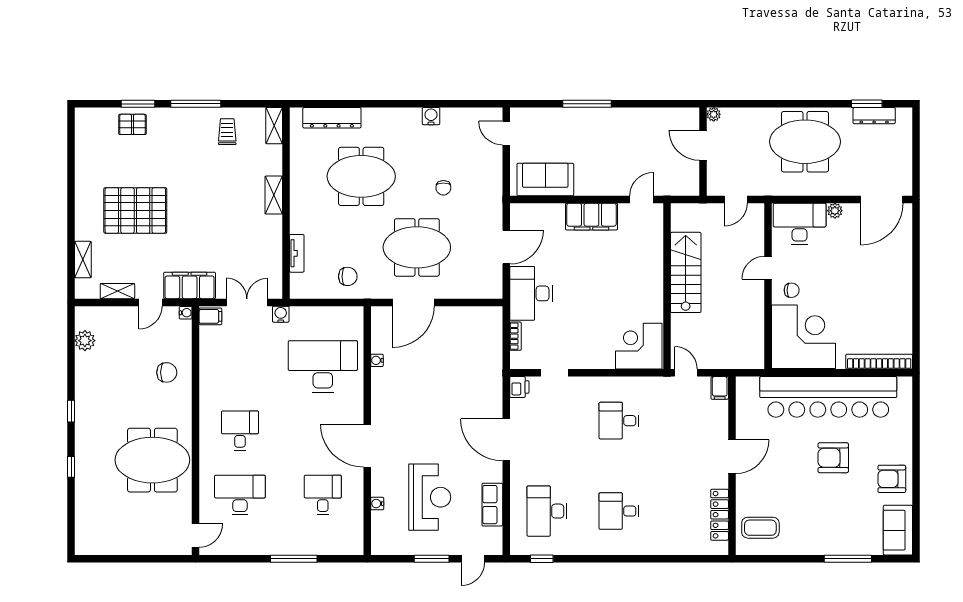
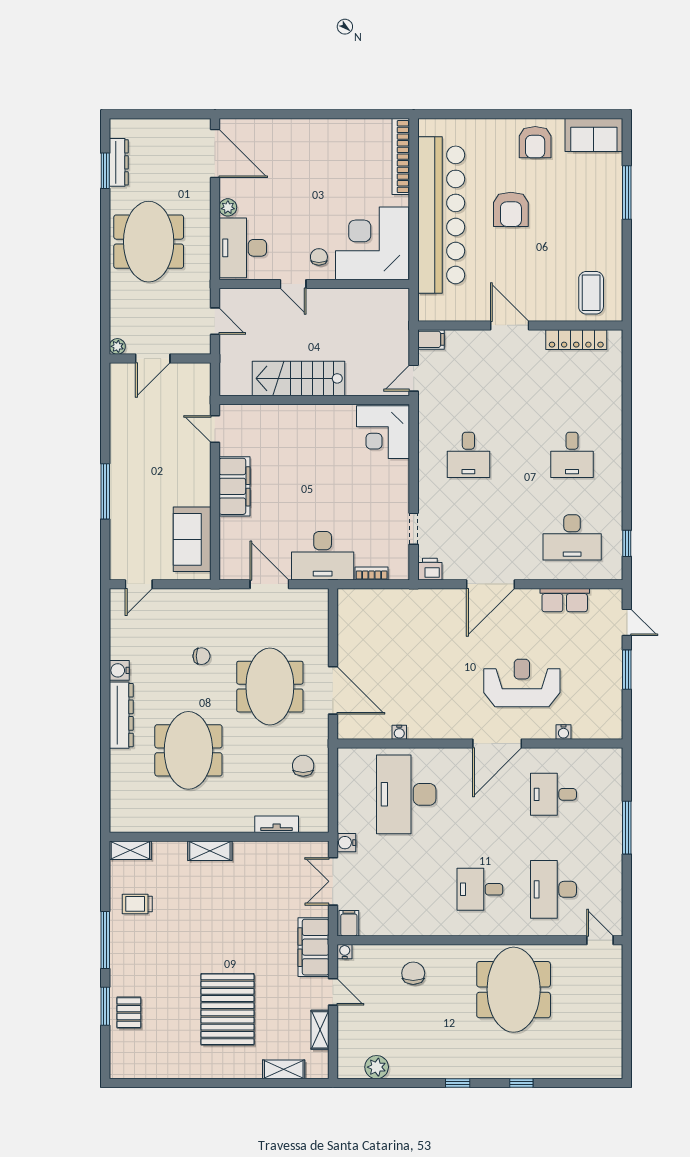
dresser: (332, 118) -> (121, 715), moved
reception desk: (430, 497) -> (522, 683), moved

